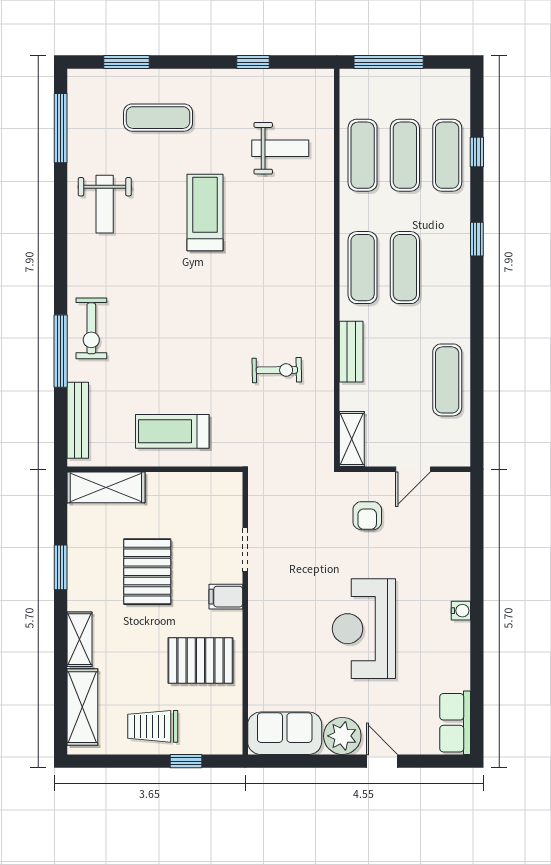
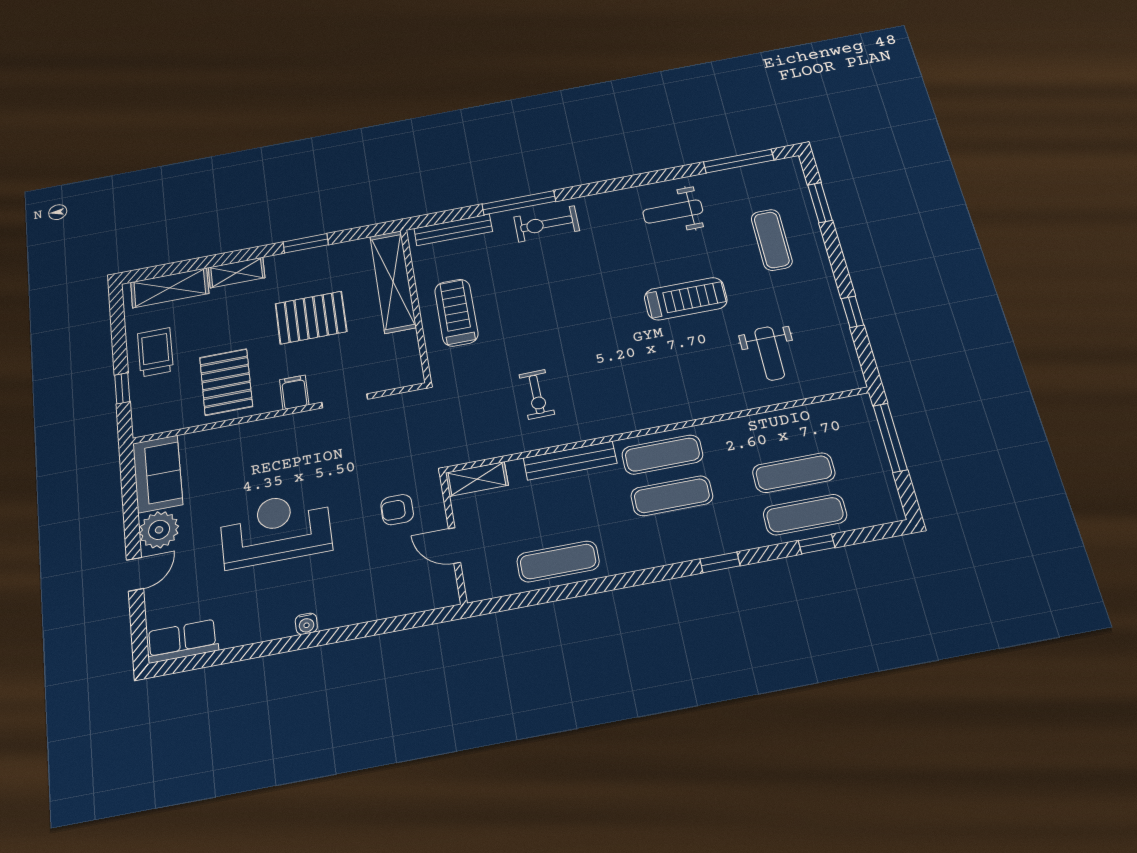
exercise mat: (363, 155) -> (783, 432), removed
bench: (351, 352) -> (570, 461), width x1.36
shelving: (106, 487) -> (393, 282), width x1.47

